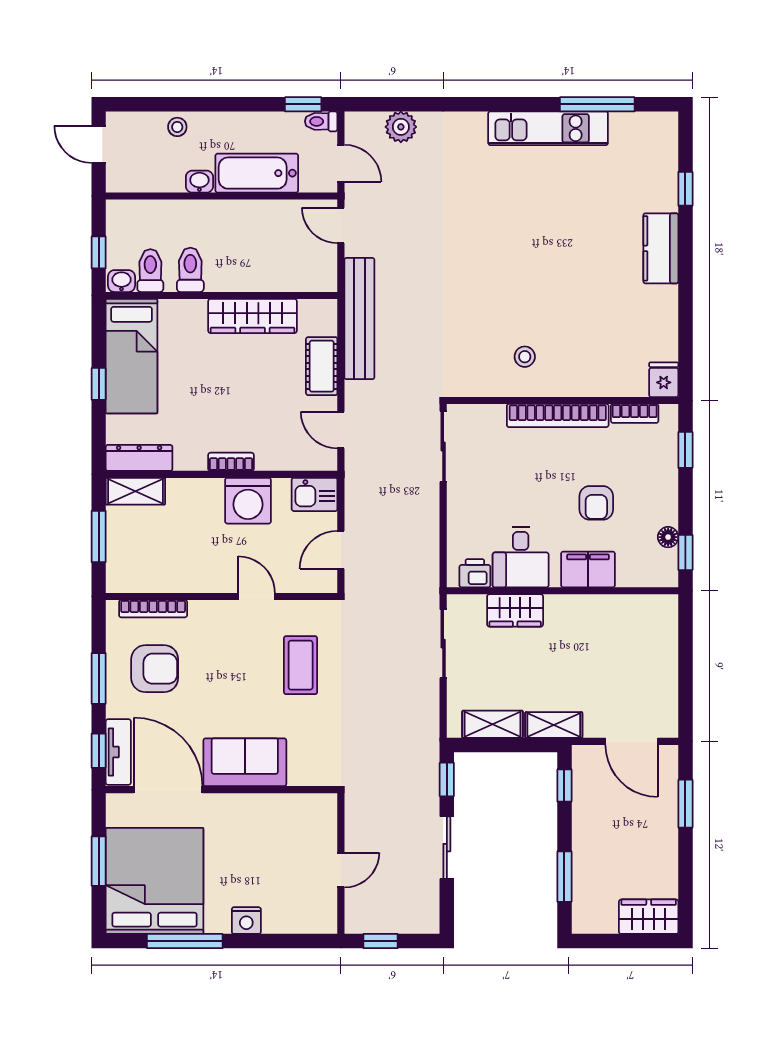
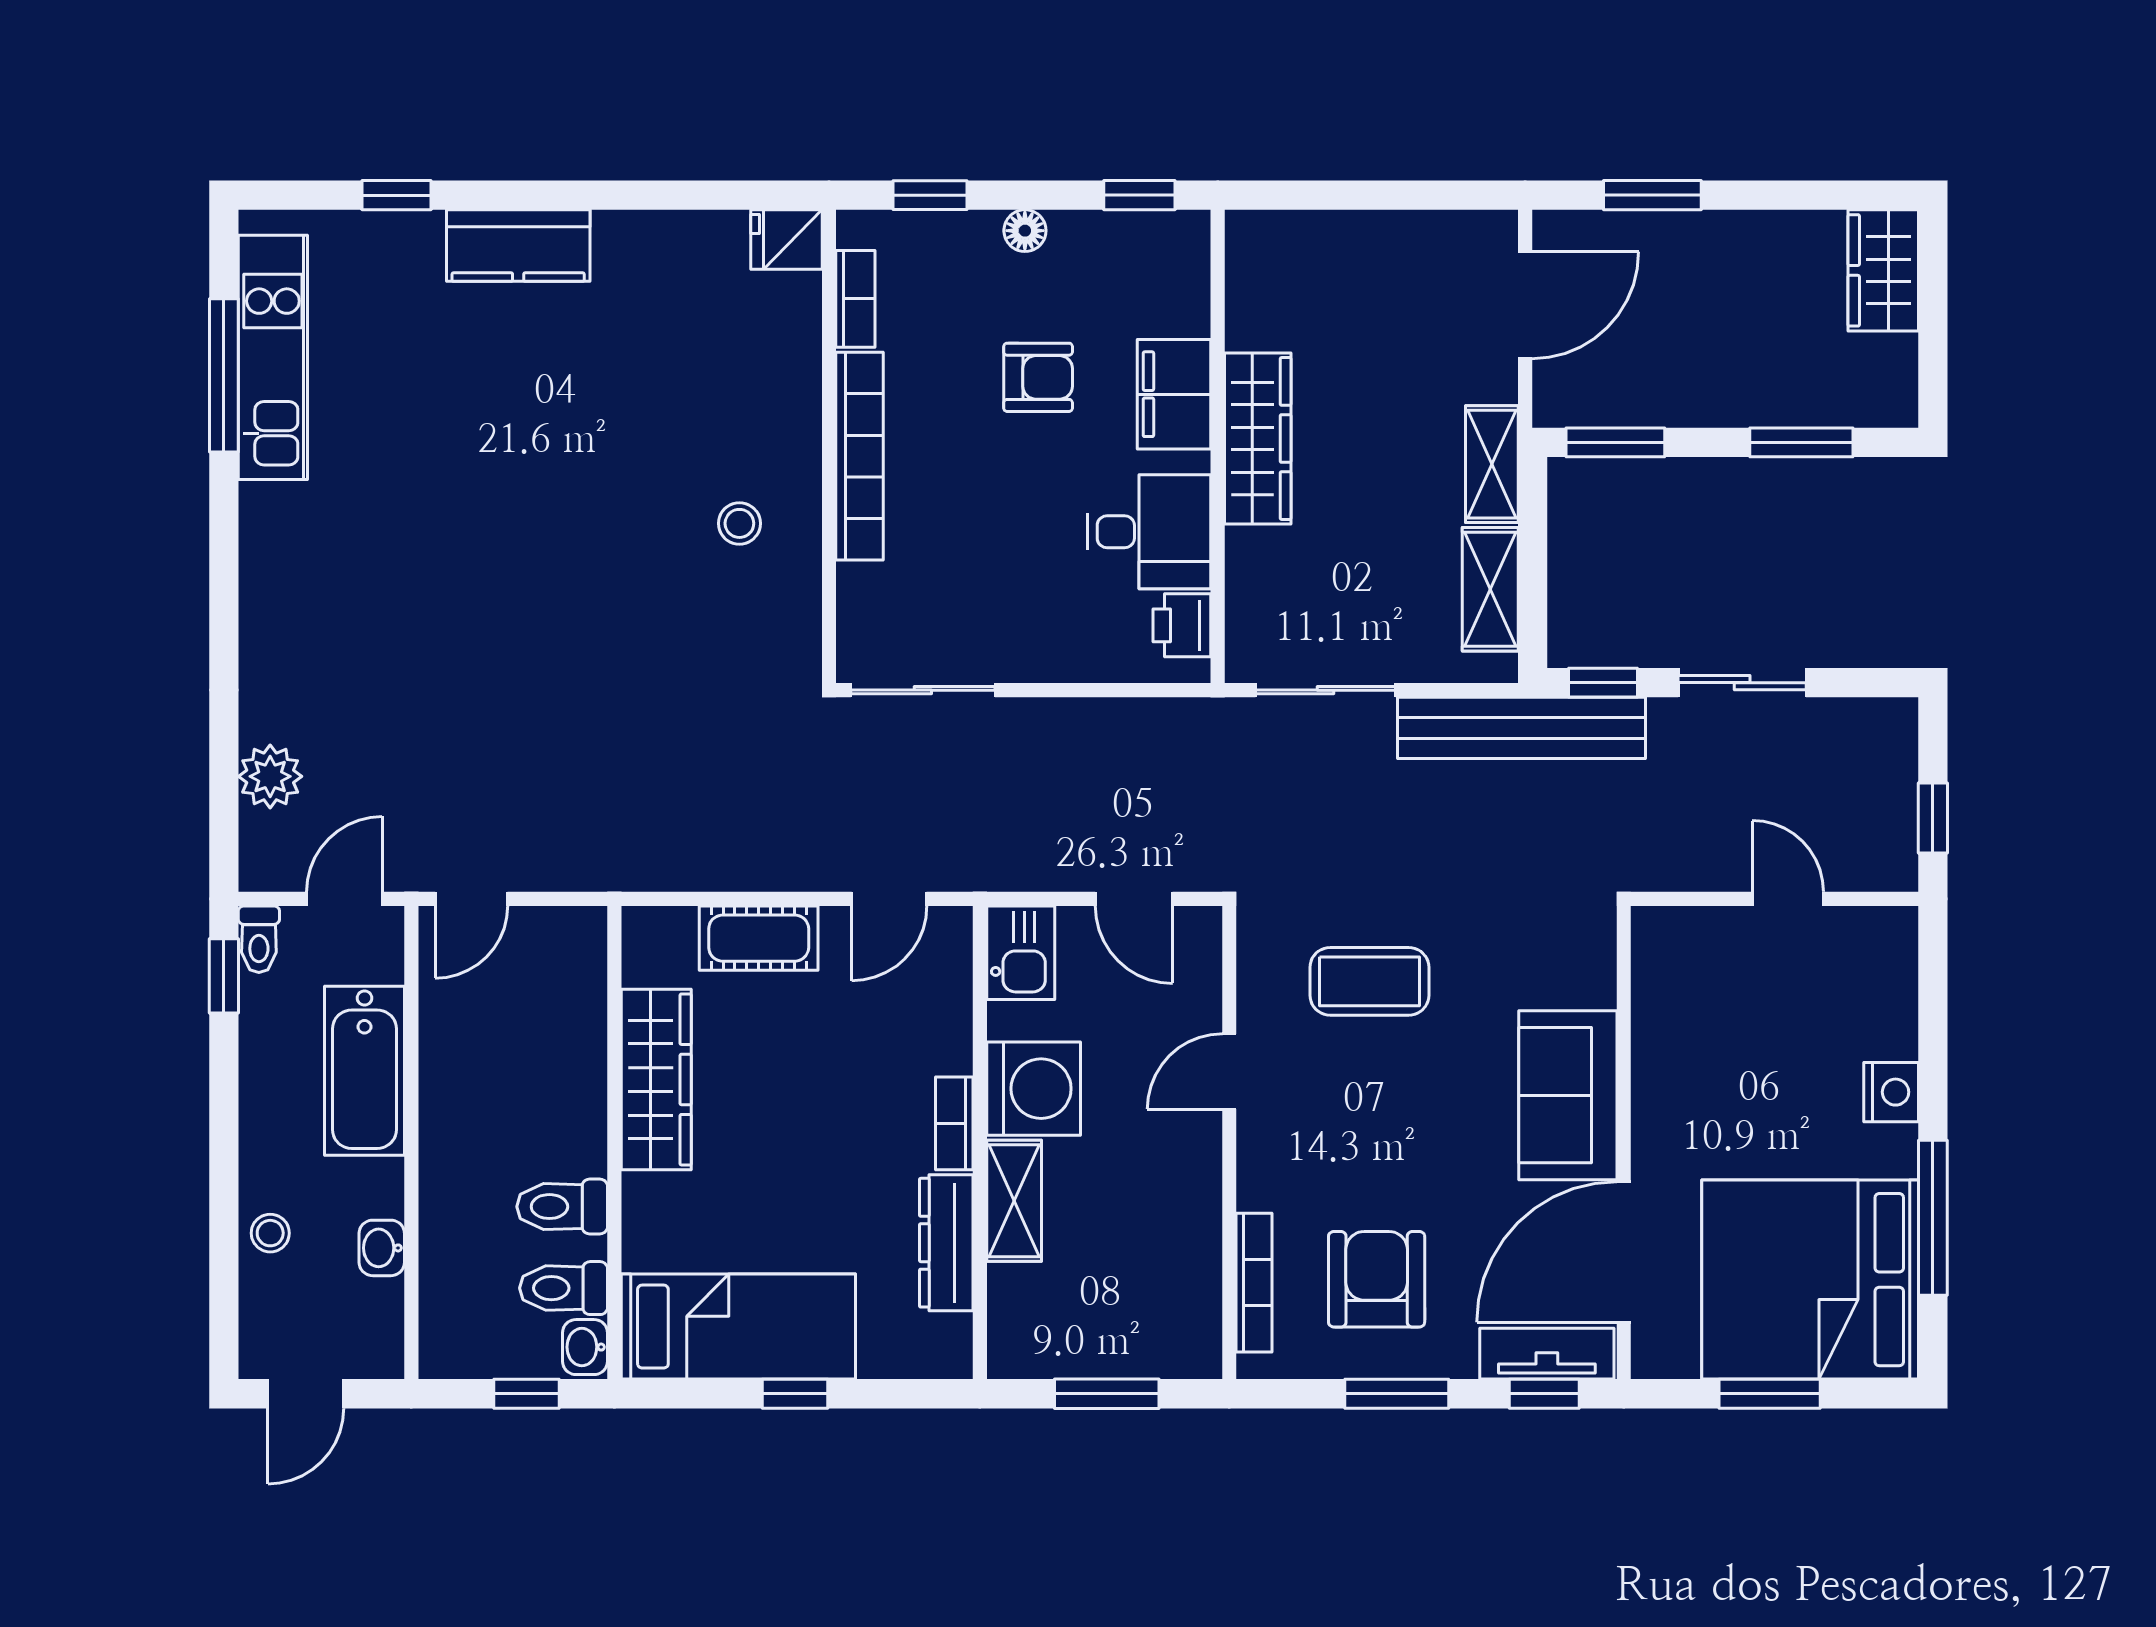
kitchen unit: (548, 128) -> (273, 357), moved
washbasin: (199, 182) -> (382, 1248), moved
bench: (359, 319) -> (1521, 728), moved
dresser: (139, 458) -> (946, 1243), moved
shelving: (135, 491) -> (1014, 1201), moved
floor lamp: (668, 537) -> (1025, 231), moved
wardrobe: (515, 610) -> (1258, 438), moved, width x1.50
window: (564, 786) -> (1615, 442), width x1.50

